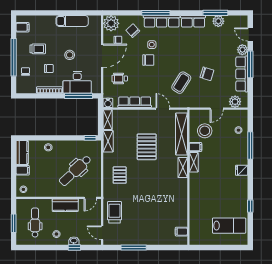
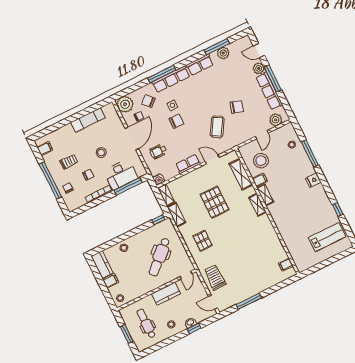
row of seats: (135, 102) -> (188, 164), width x0.68
shelving: (181, 134) -> (241, 174), width x0.68

